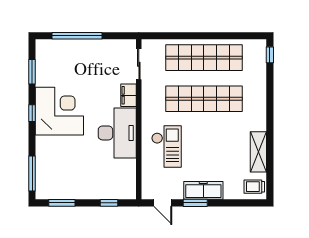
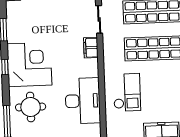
desk: (117, 133) -> (83, 101), moved
round table: (59, 159) -> (31, 107), added

